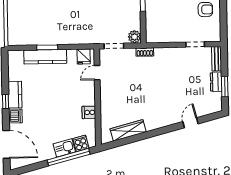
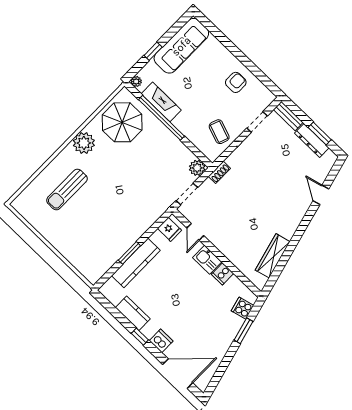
coffee table: (168, 28) -> (219, 132), added
dresser: (216, 82) -> (312, 140), width x1.44
kitchen counter: (15, 95) -> (133, 313), moved
kitchen sink: (64, 148) -> (207, 260), moved, turned -75
window: (69, 157) -> (243, 331), width x0.47

